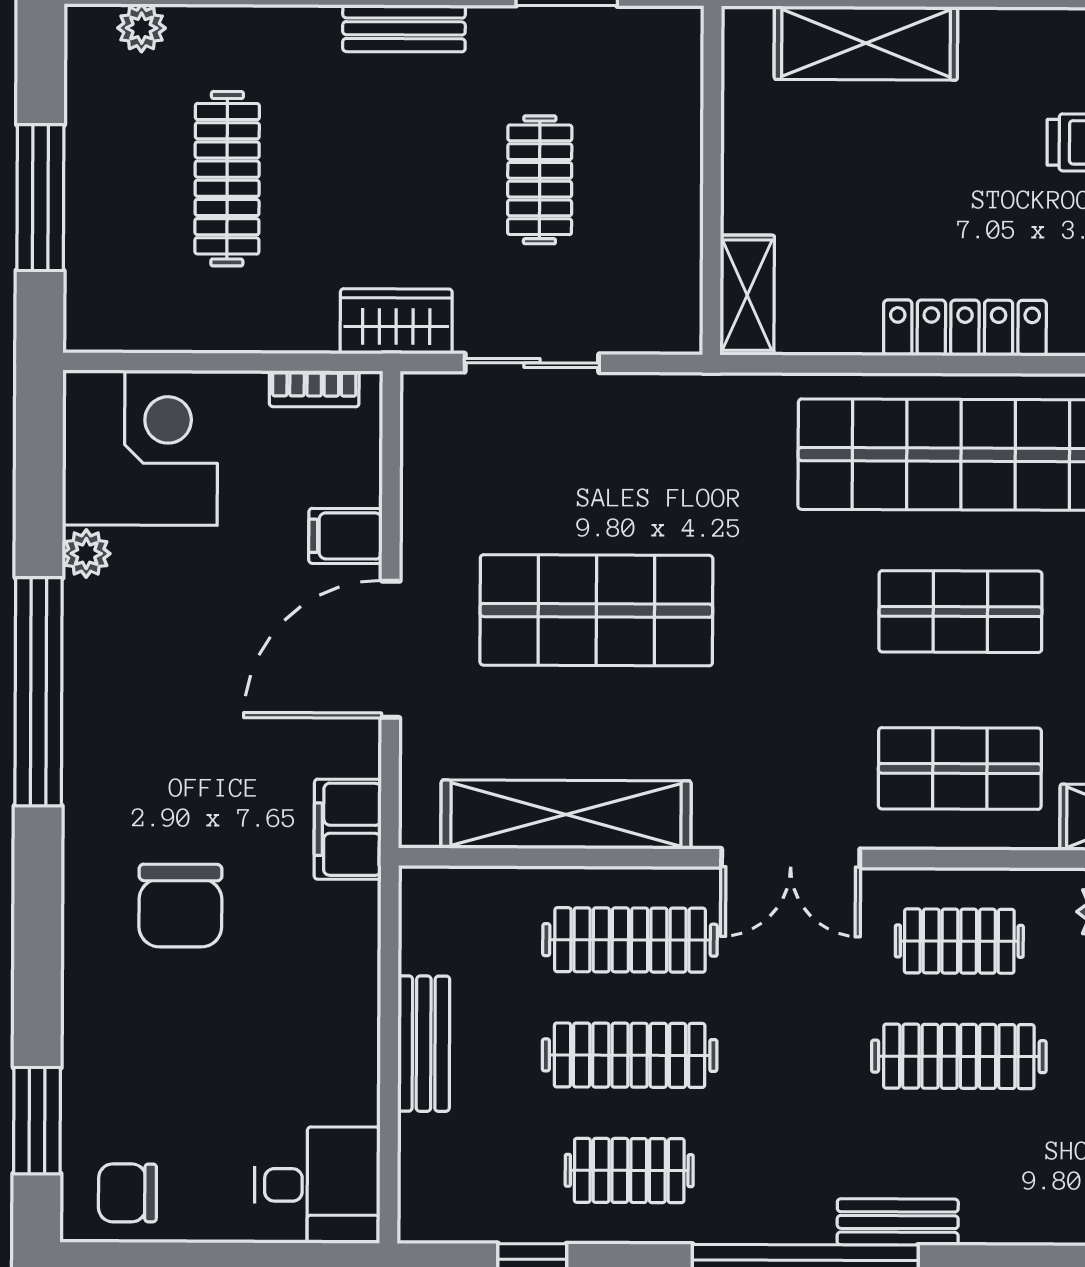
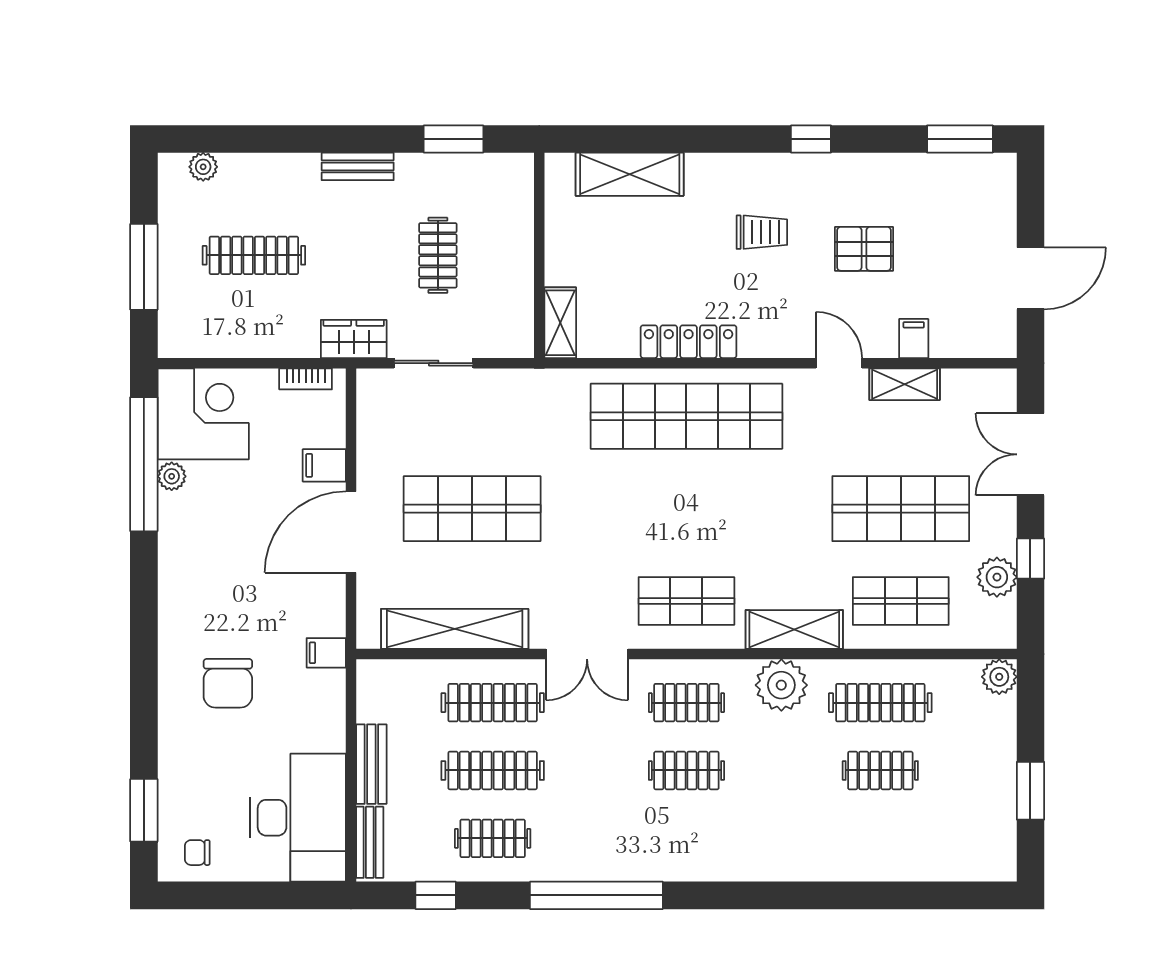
clothes rail: (227, 179) -> (254, 255), turned 90
shop shelf: (960, 612) -> (686, 509), removed
window: (39, 692) -> (144, 464), moved
filing cabinet: (348, 829) -> (326, 653), width x0.50
clothes rail: (959, 1056) -> (686, 770), width x0.73
desk: (317, 1185) -> (298, 818), width x1.87, depth x1.30
chair: (127, 1193) -> (197, 853), width x0.73, depth x0.73
bench: (898, 1222) -> (370, 842), moved, turned 90

